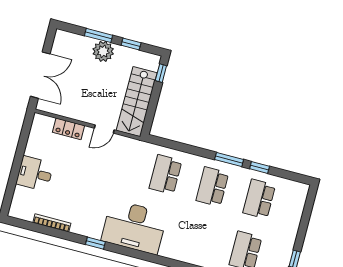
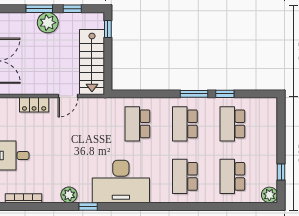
bookcase: (52, 223) -> (24, 198), moved
plant: (80, 227) -> (69, 195), added
school desk: (199, 239) -> (185, 176), added

